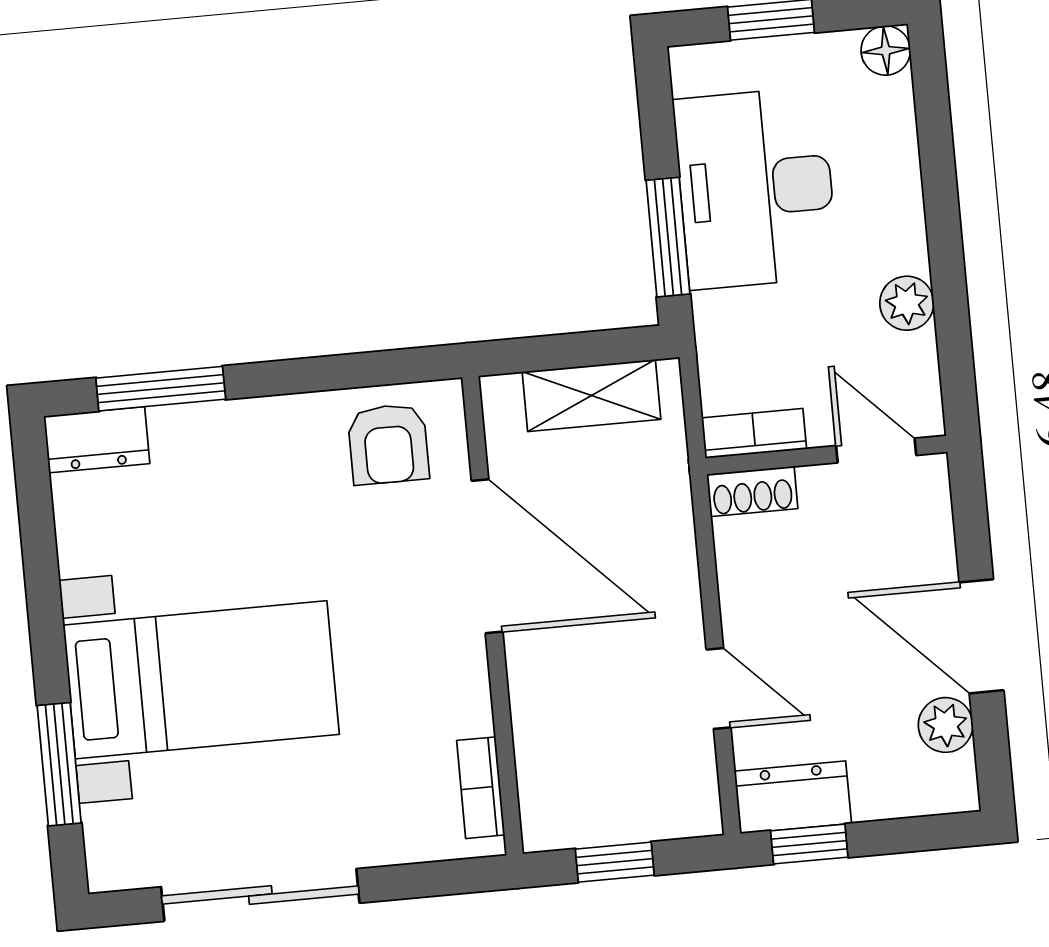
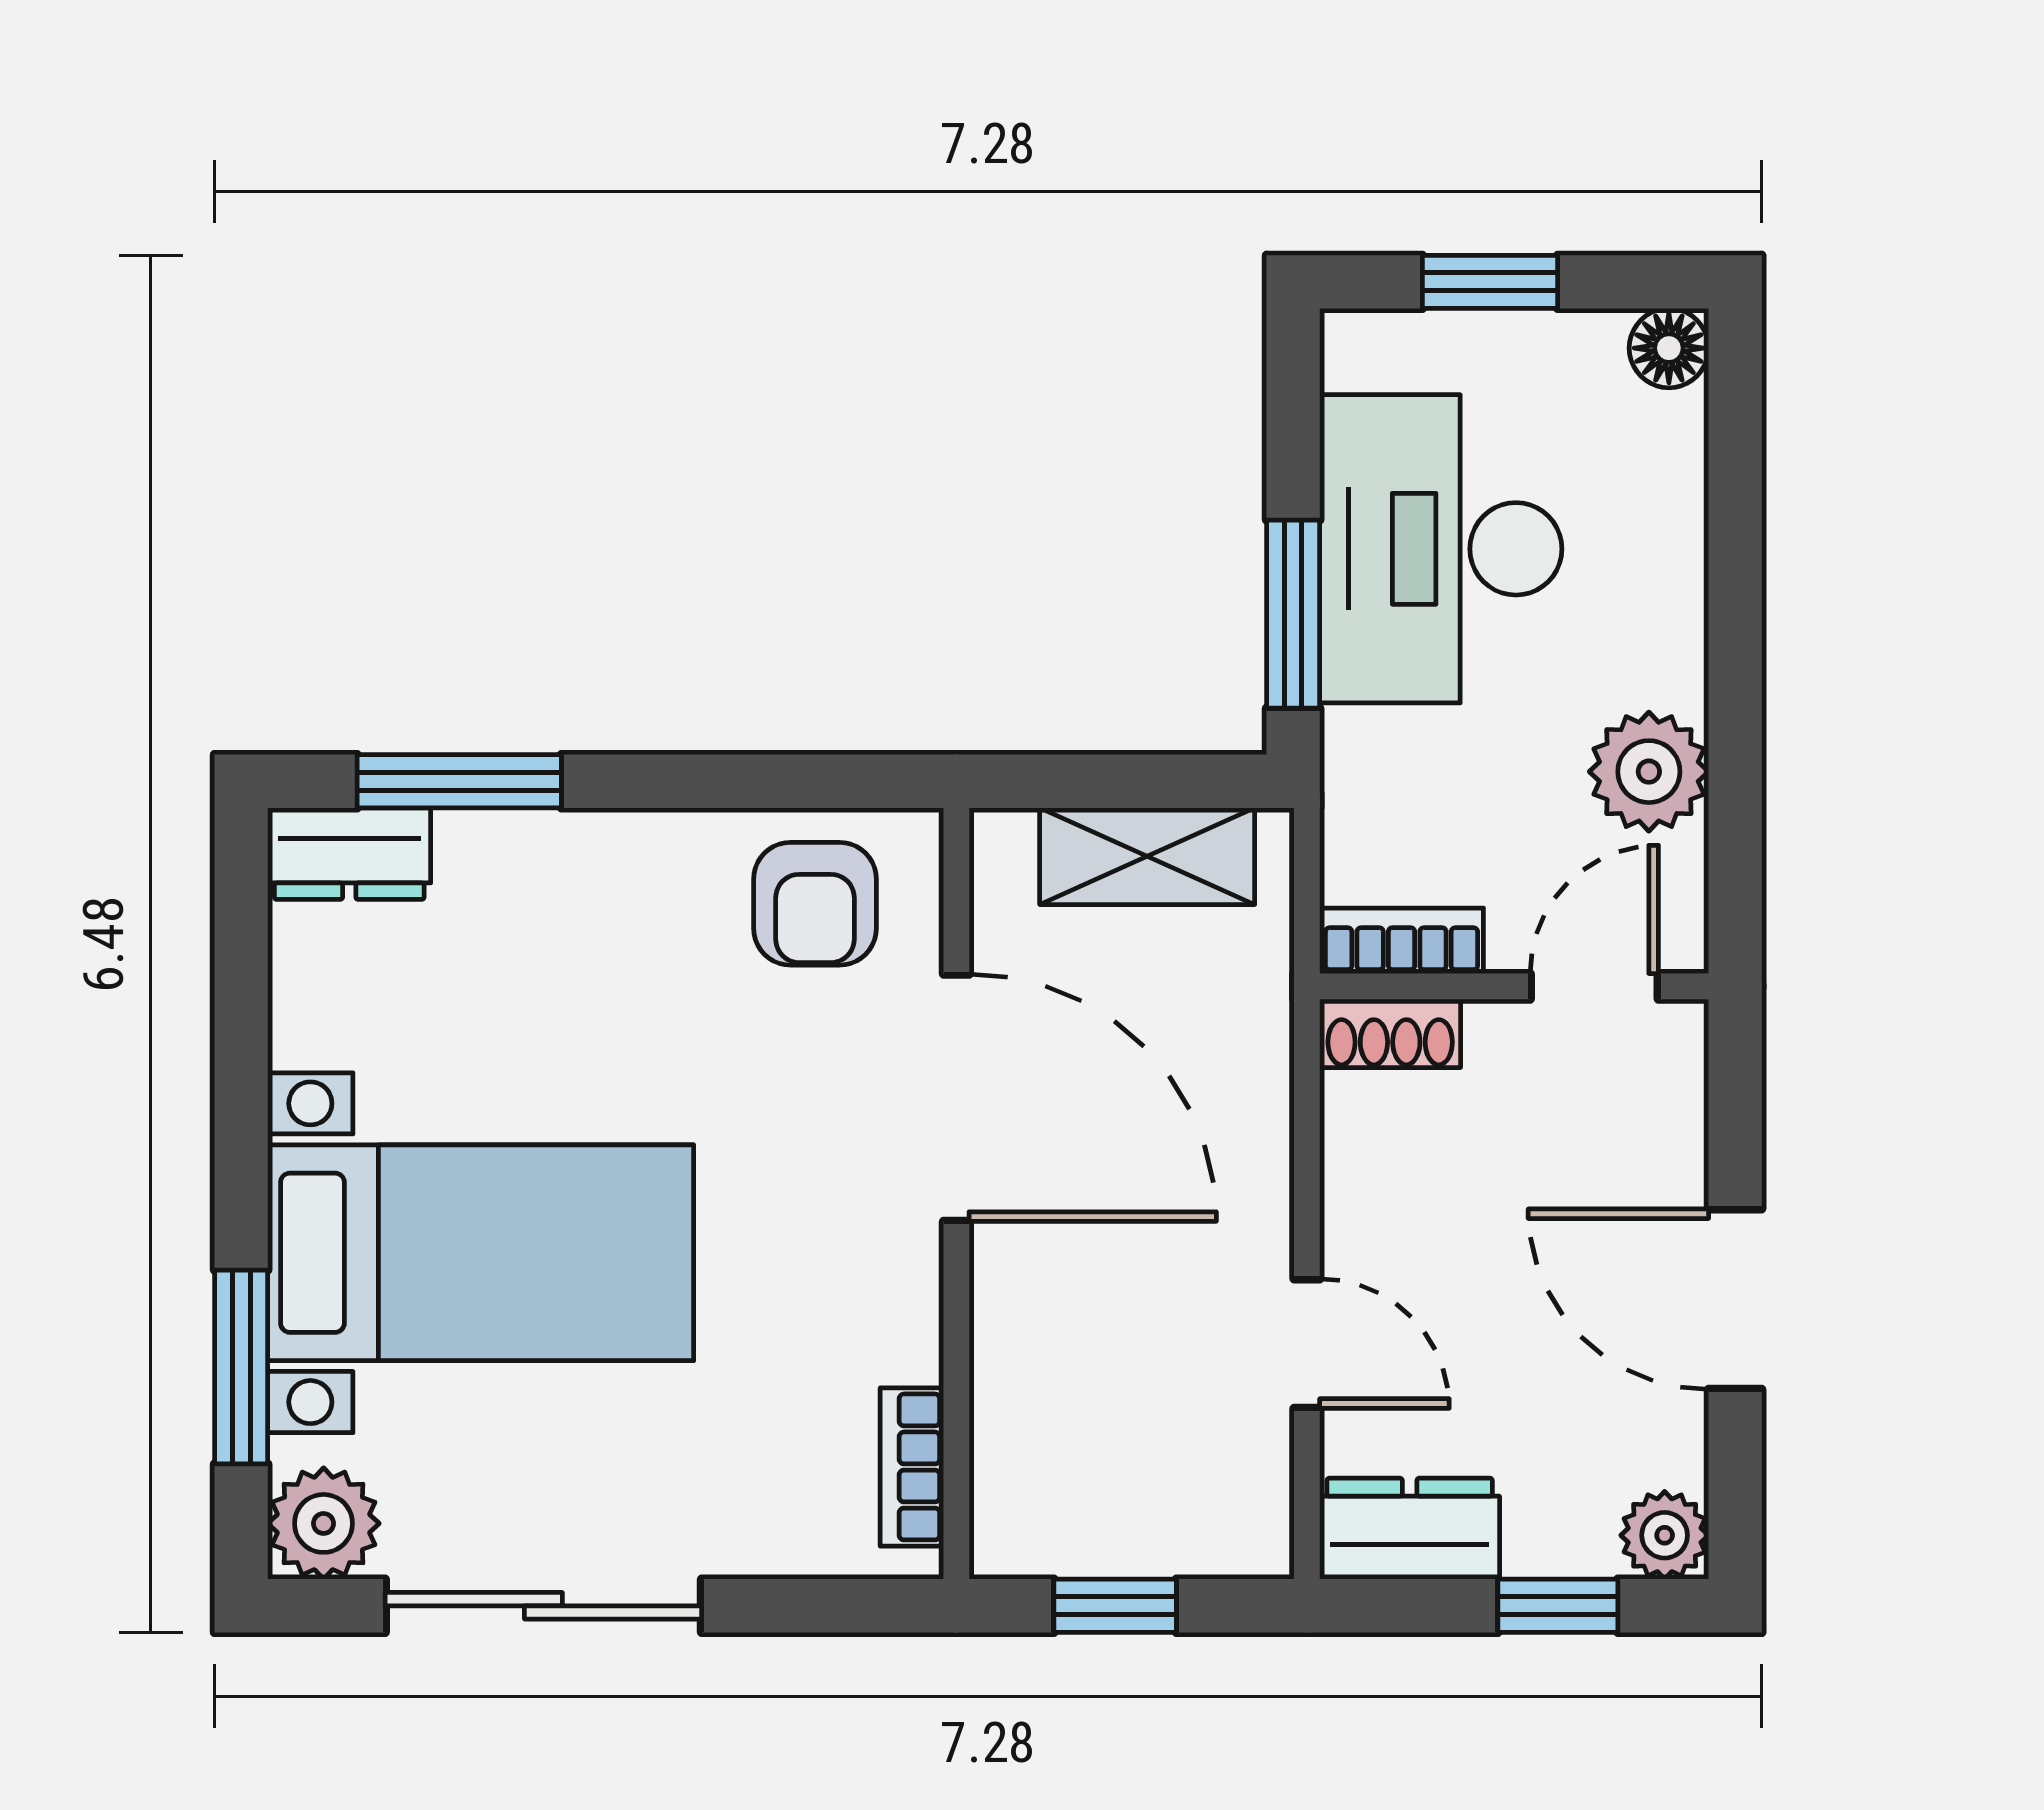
plant: (907, 303) -> (1649, 772), width x1.38, depth x1.38
door: (876, 450) -> (1594, 986), hinge flipped
plant: (946, 725) -> (1665, 1535), moved
window: (809, 844) -> (1558, 1606), moved
plant: (119, 857) -> (324, 1523), added

